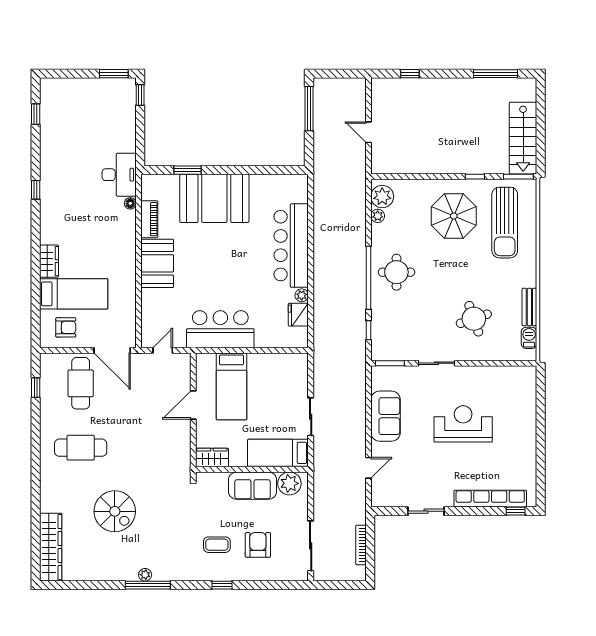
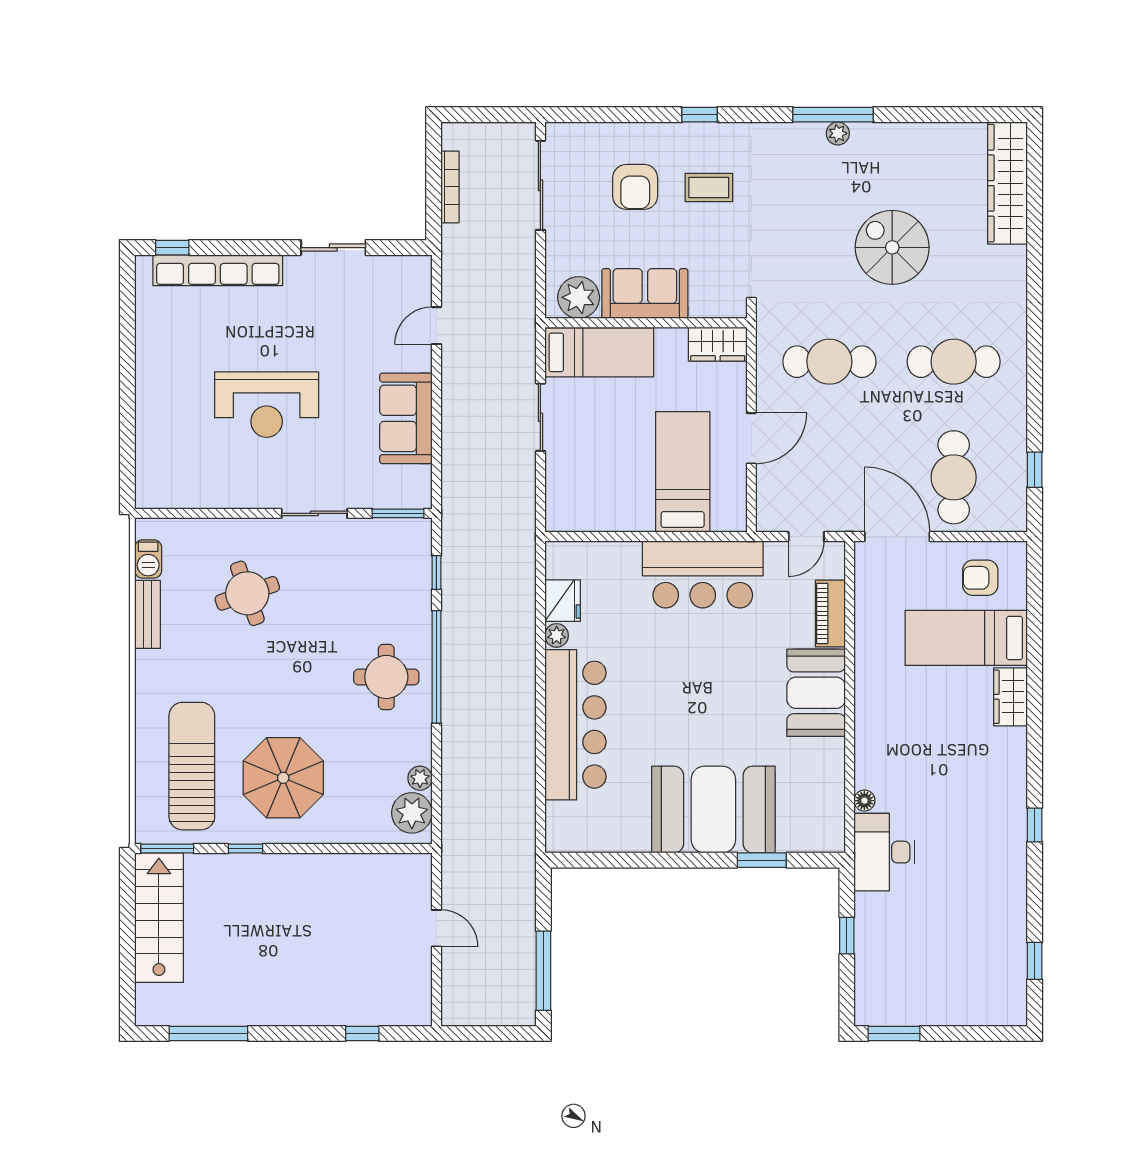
window: (140, 95) -> (847, 936), moved
piano: (149, 219) -> (830, 613), moved
cafe table: (150, 448) -> (829, 362), added

